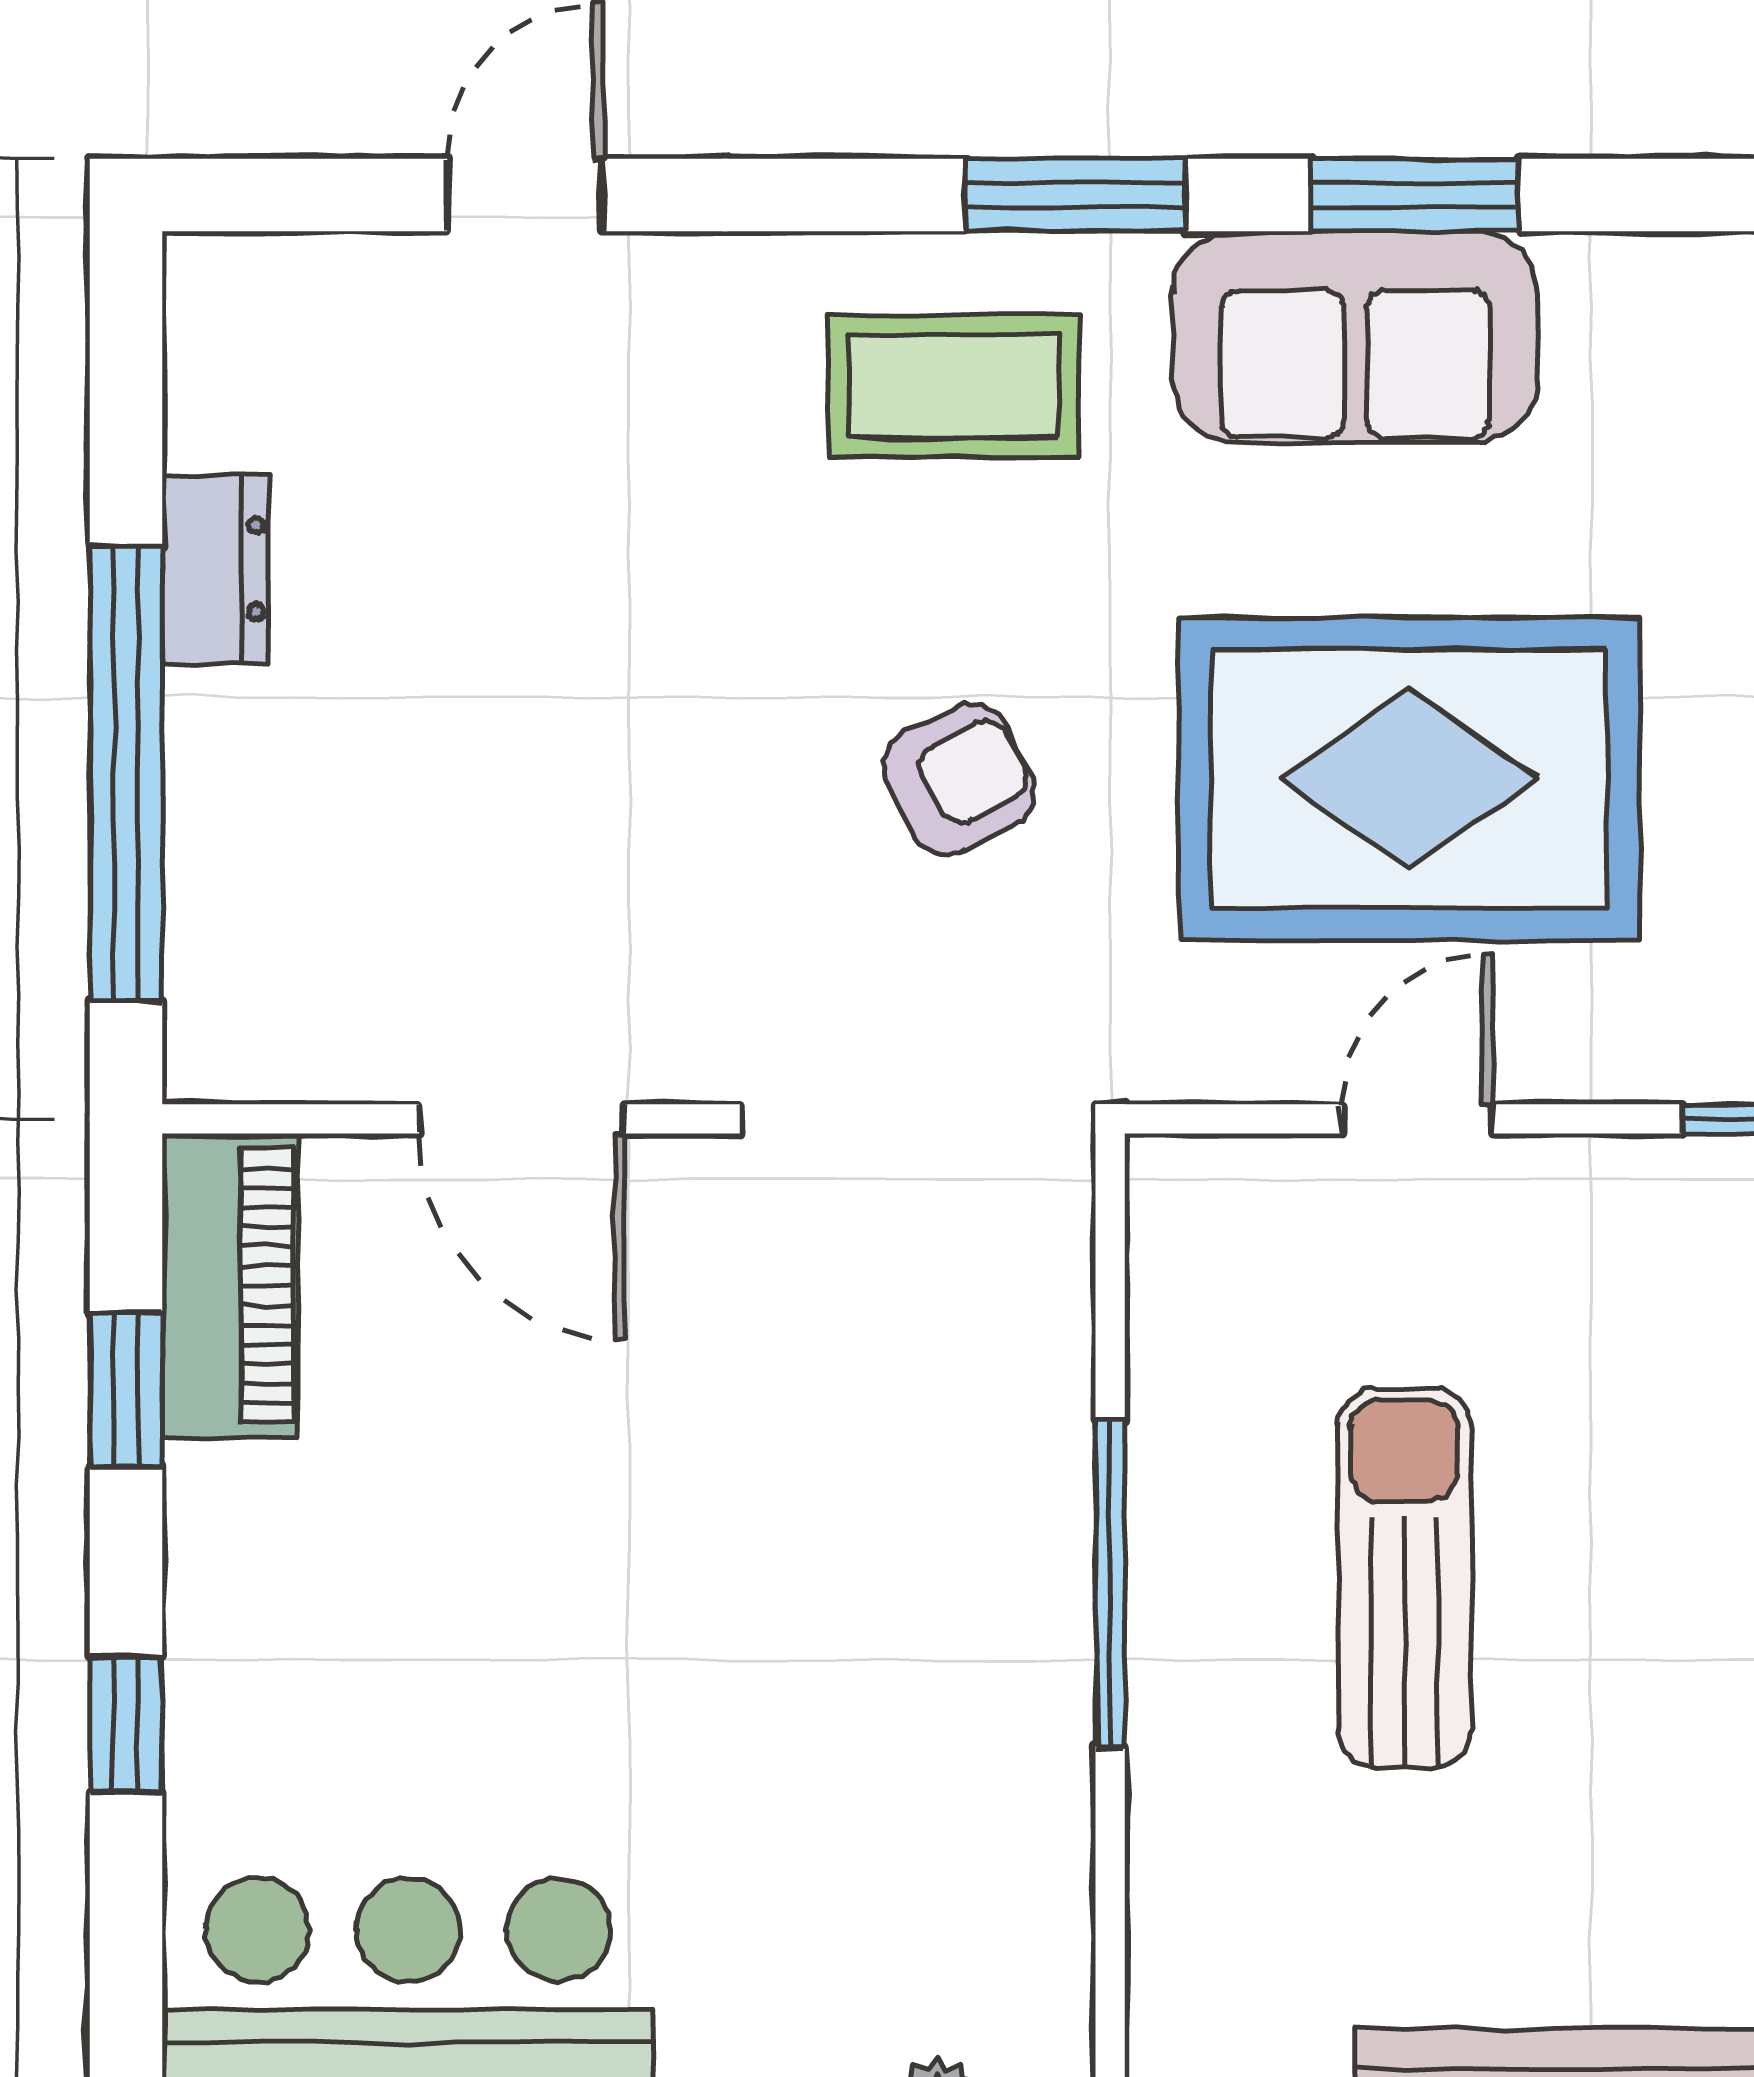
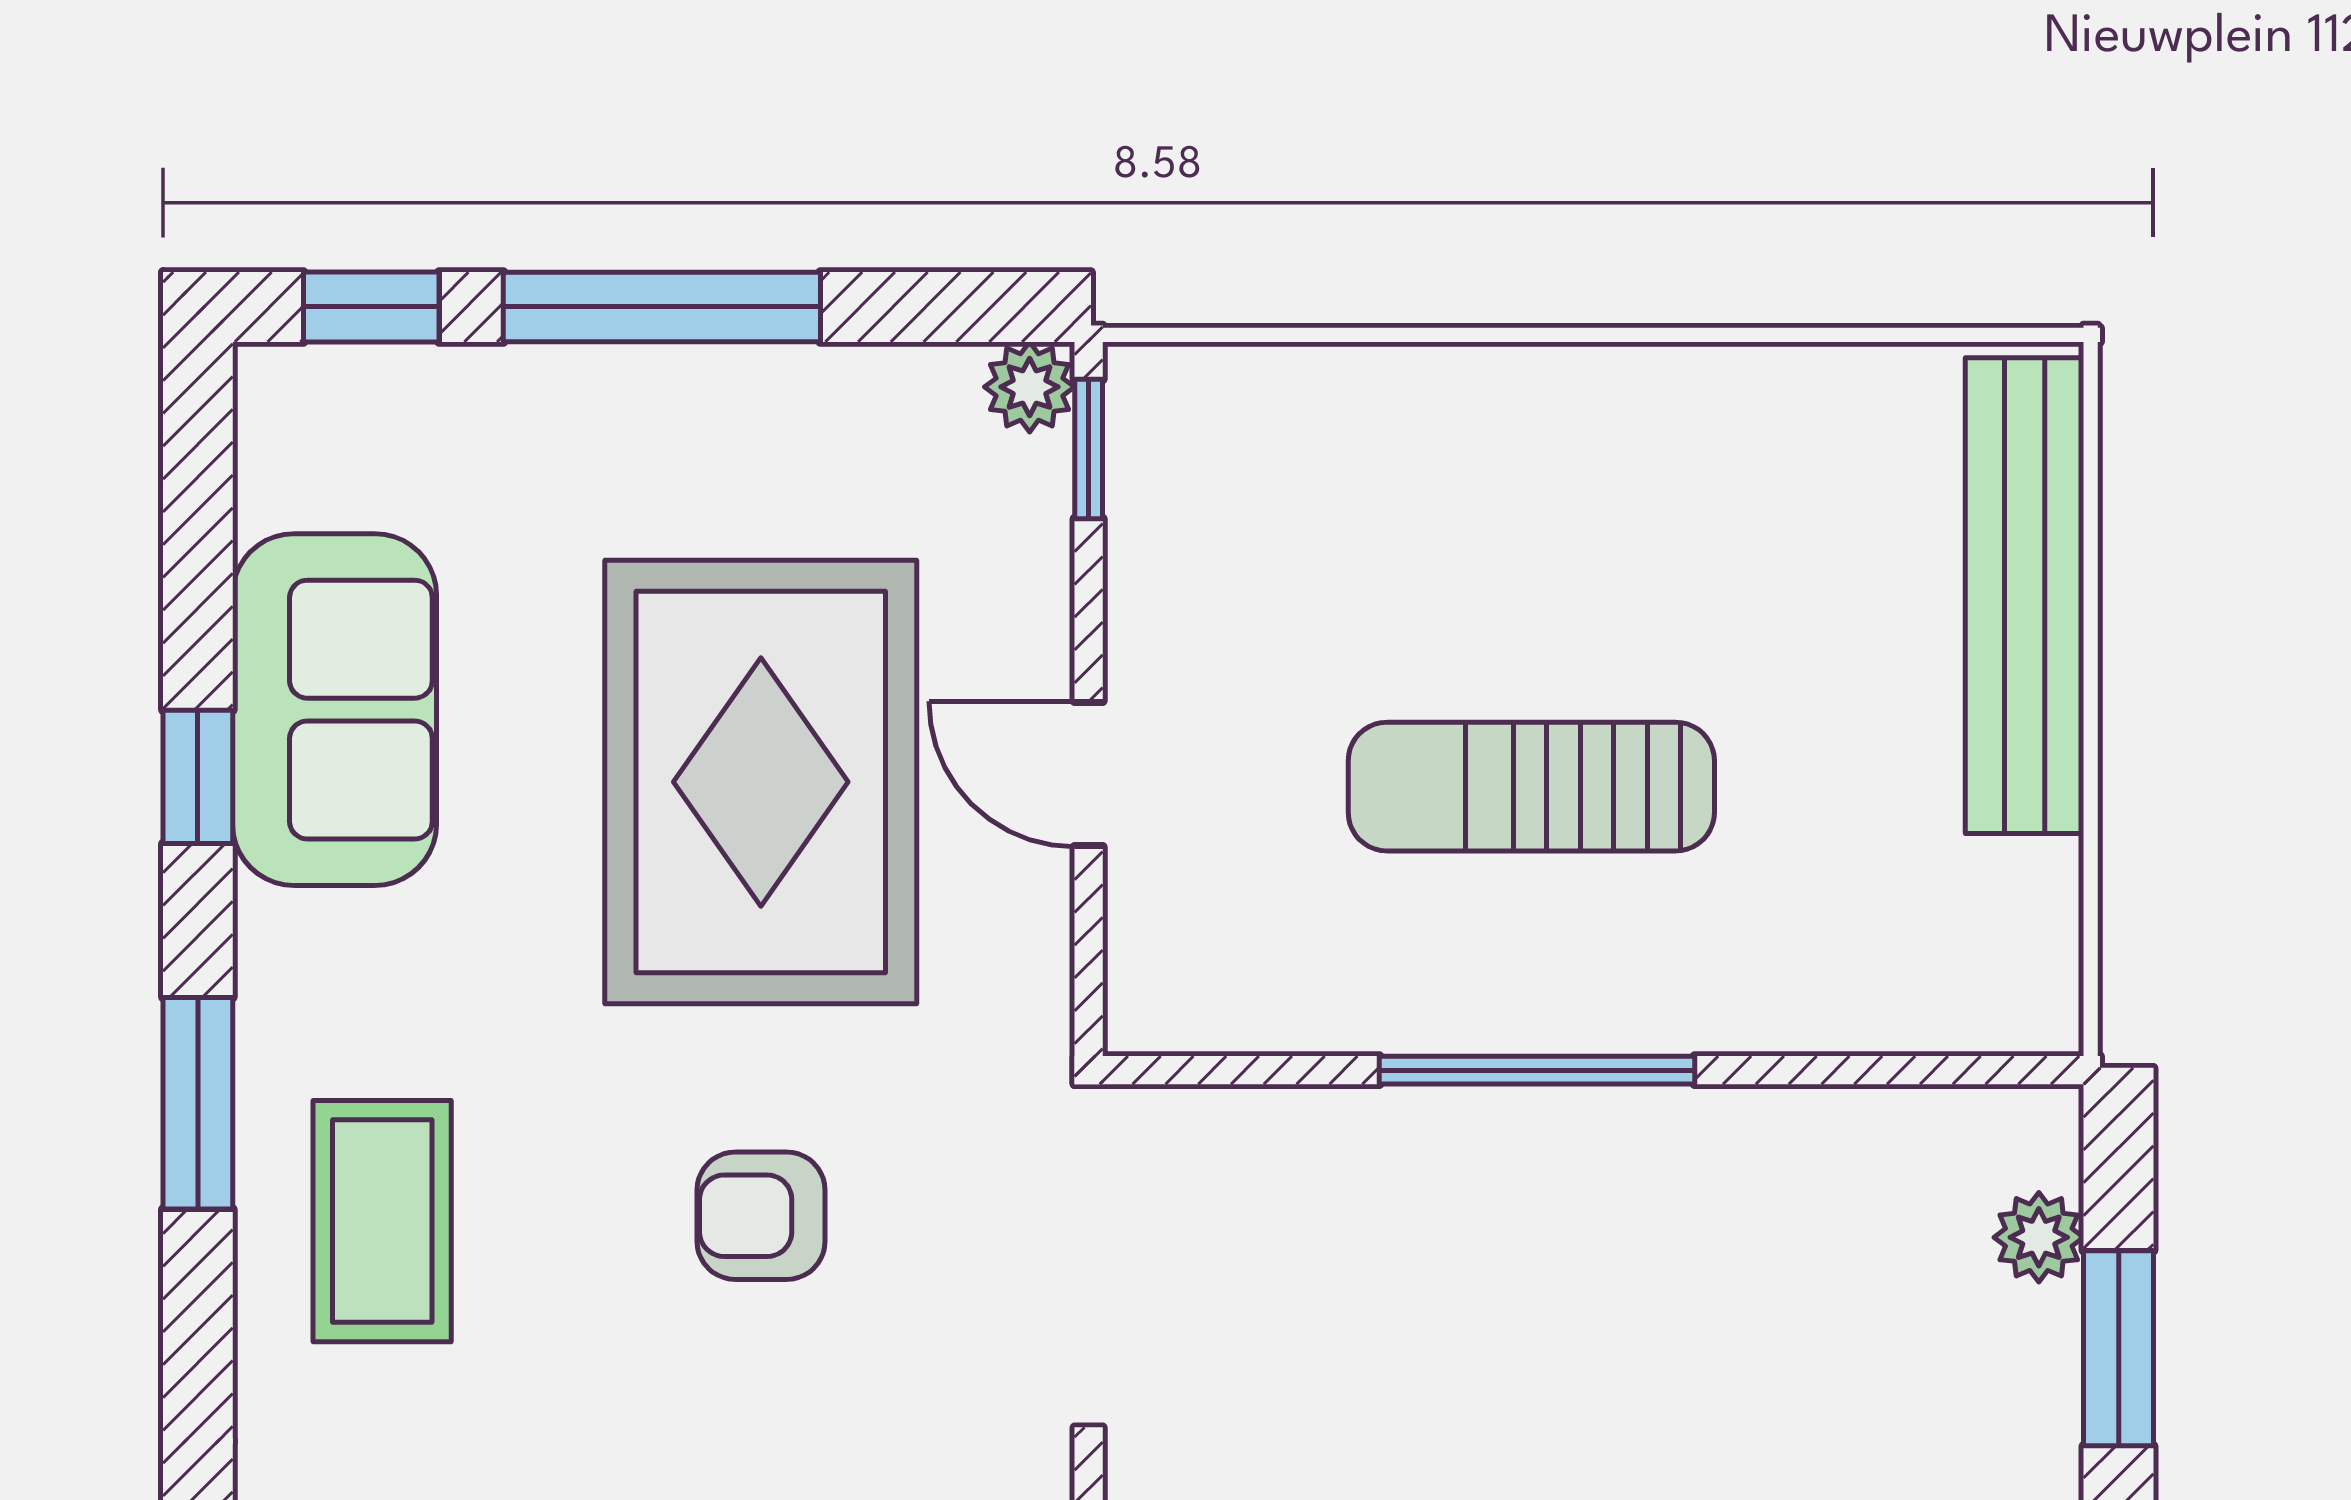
window: (1414, 195) -> (198, 777), width x0.67
sofa: (1355, 337) -> (334, 710), moved
armchair: (959, 779) -> (761, 1216), turned -63

